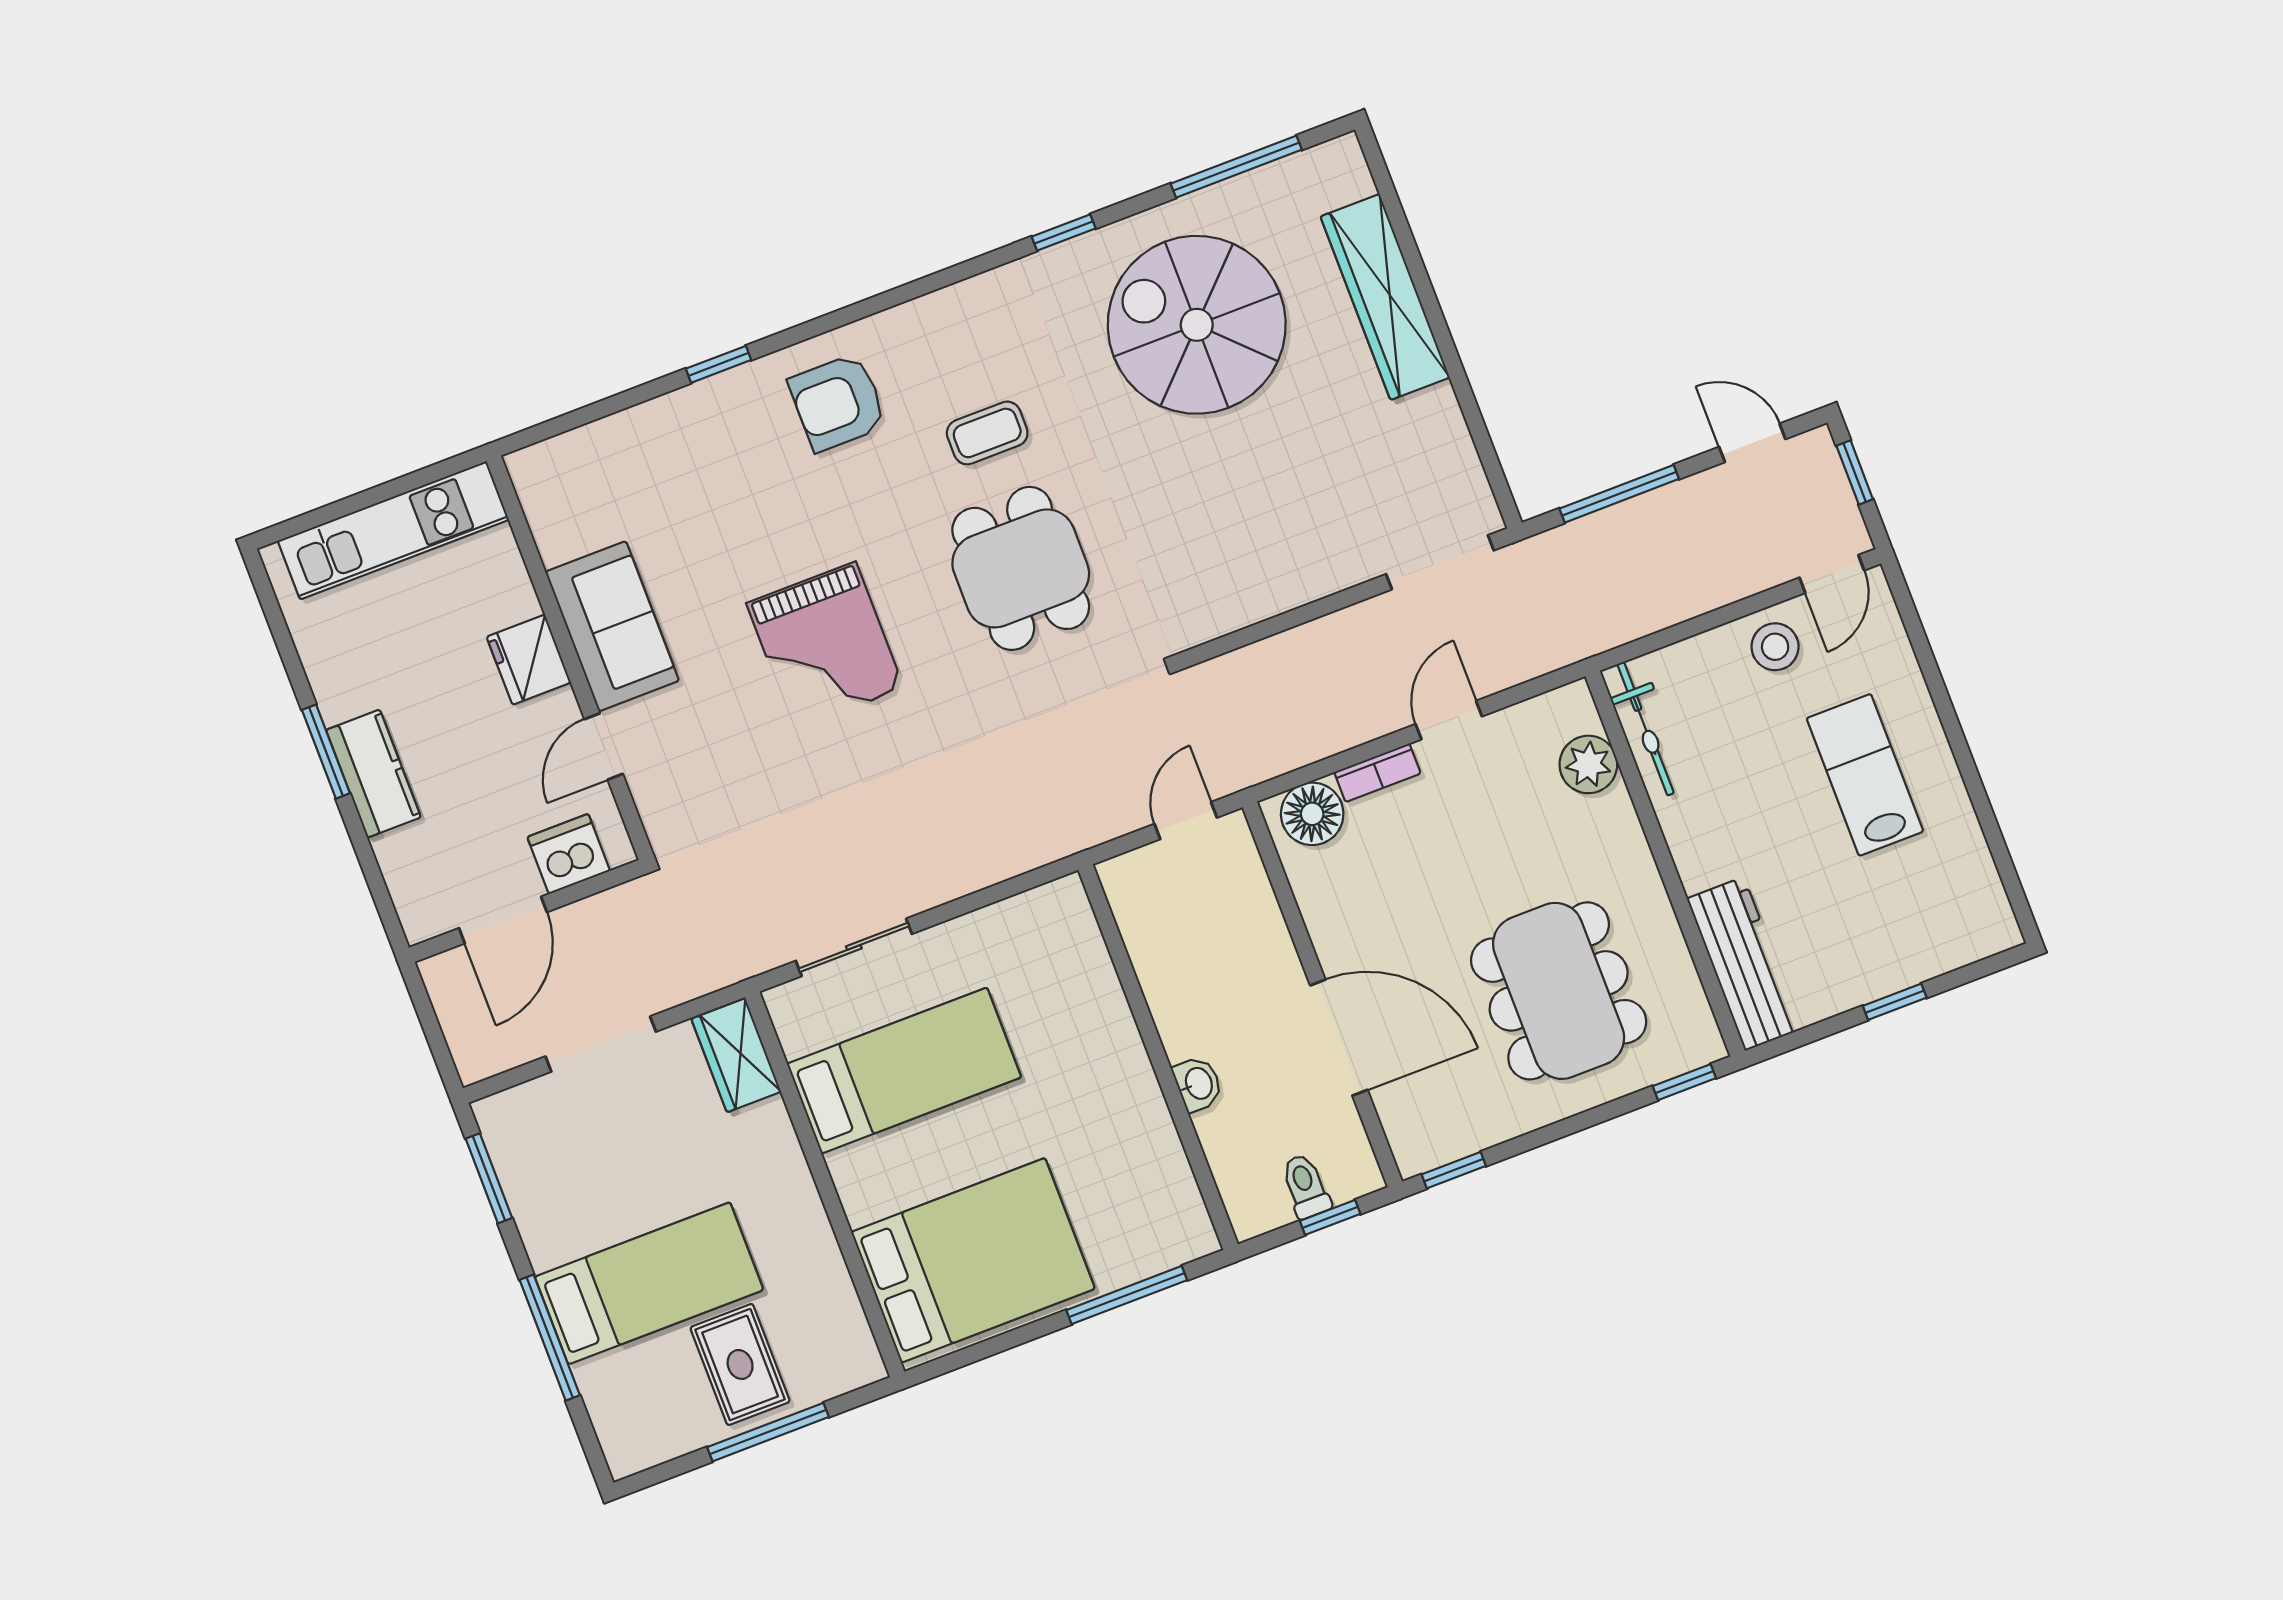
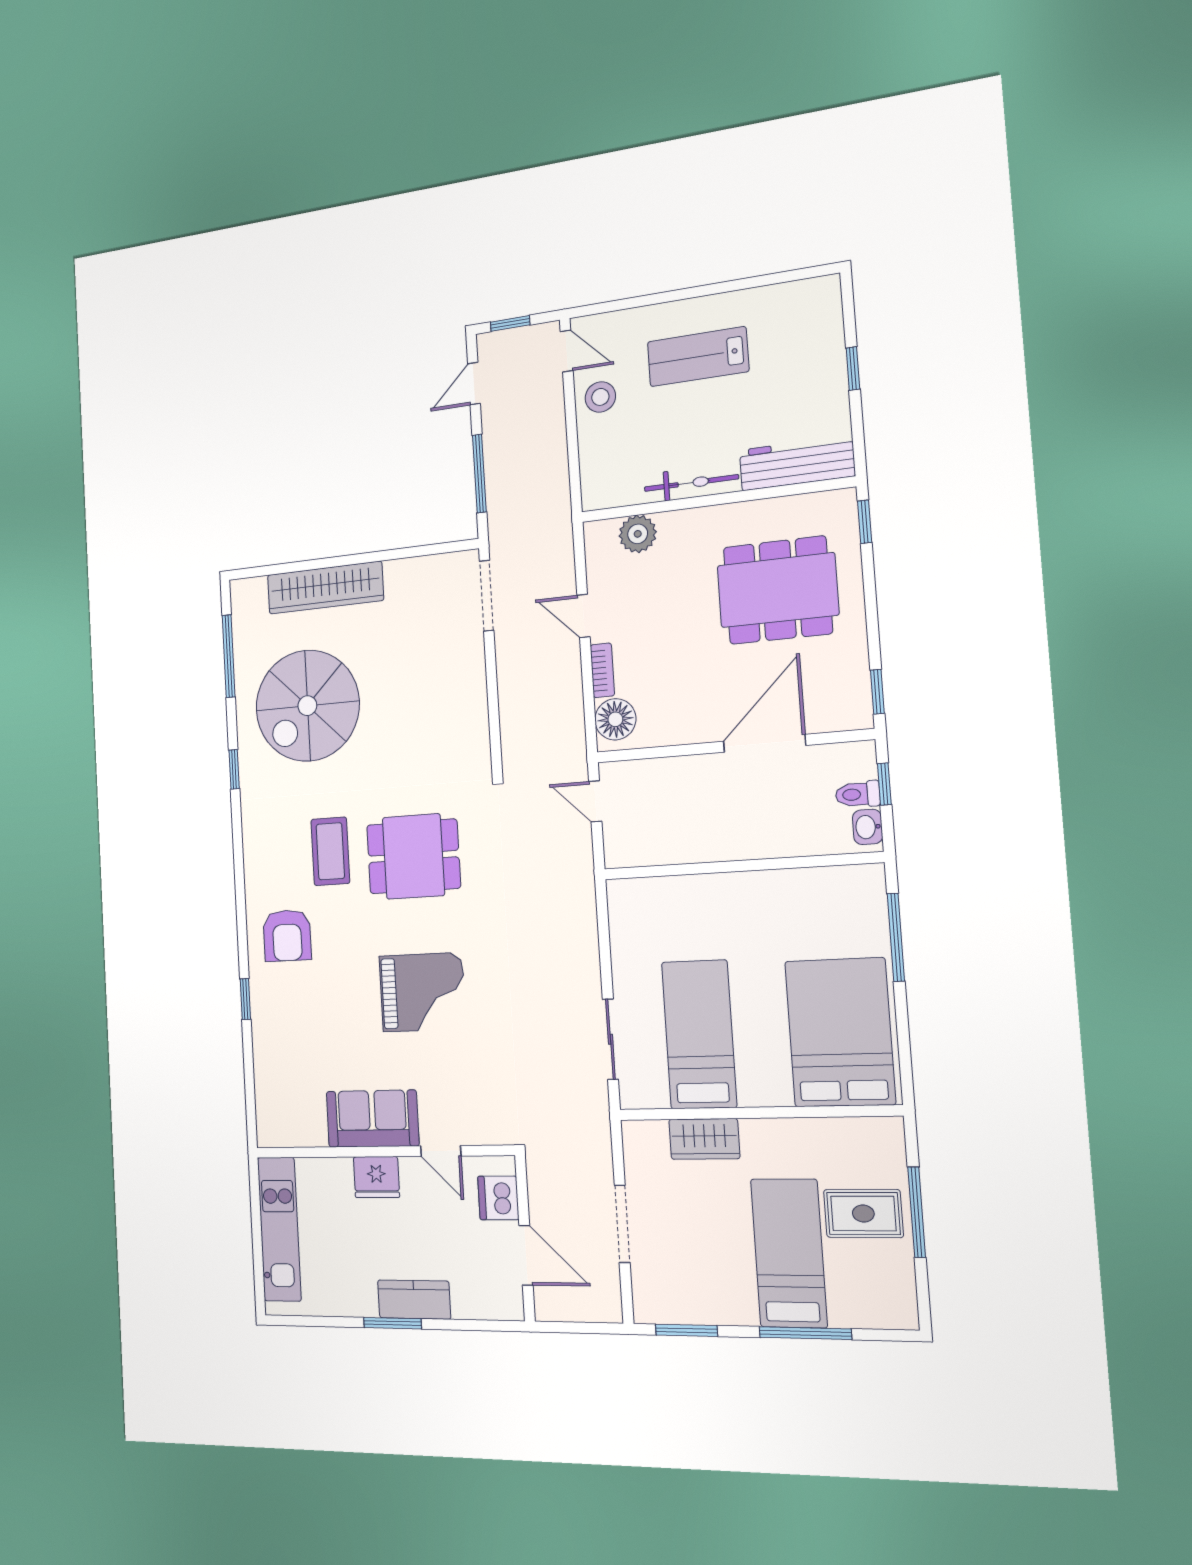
coffee table: (987, 433) -> (330, 851), width x1.36, depth x1.30
bicycle: (1646, 729) -> (691, 483), moved
wardrobe: (736, 1055) -> (704, 1139), moved
washbasin: (1198, 1084) -> (868, 827), moved, turned -90

